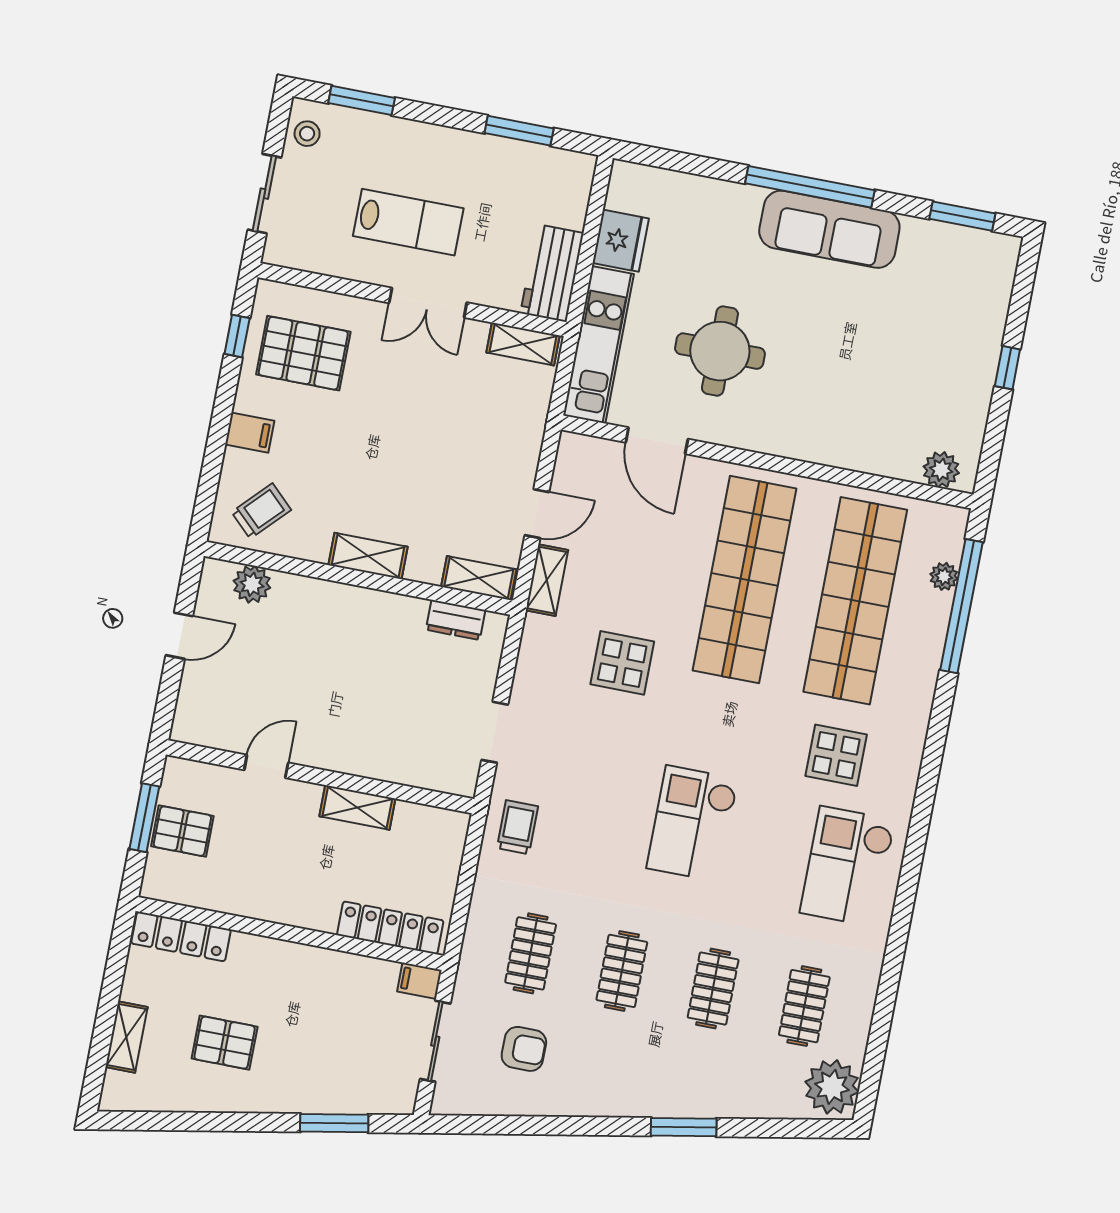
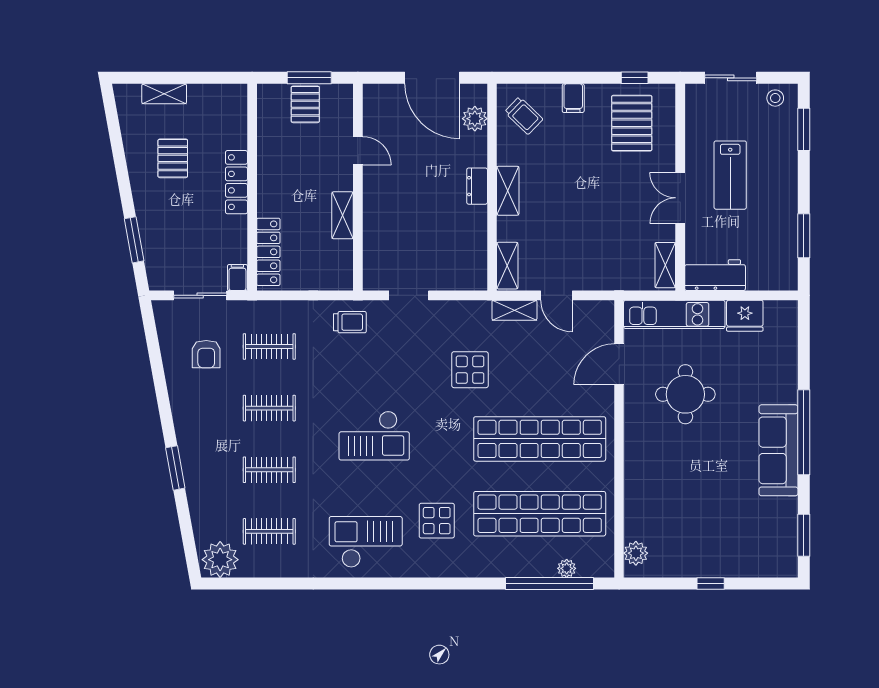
dresser: (456, 620) -> (477, 186), moved
door: (179, 636) -> (432, 78), width x1.88
checkout: (692, 824) -> (374, 436), turned 180
locker: (181, 936) -> (236, 182), moved

